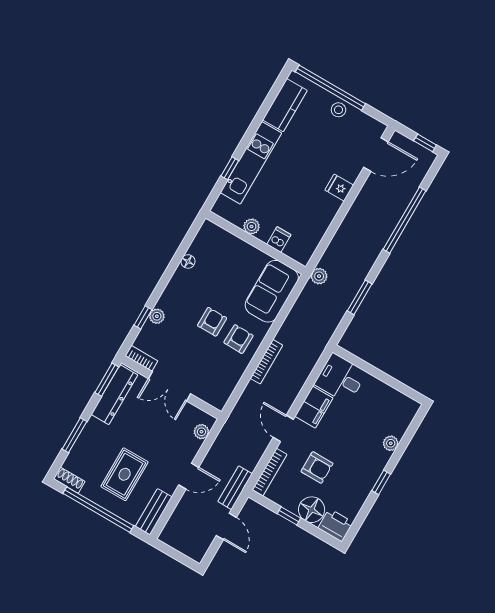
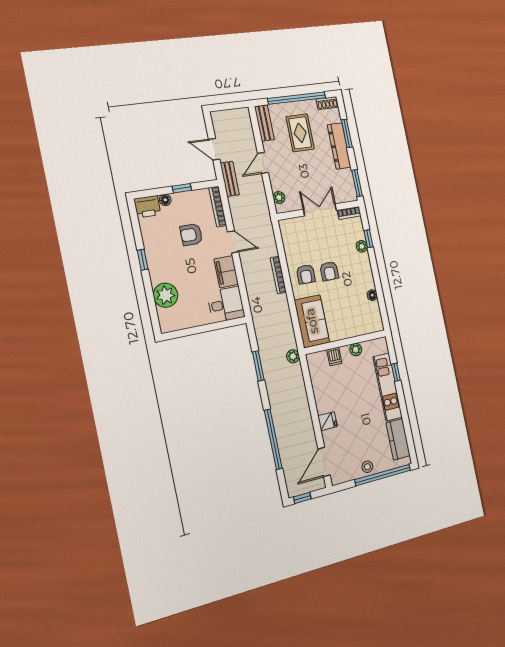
dresser: (114, 395) -> (339, 146), moved
plant: (391, 443) -> (166, 295), width x1.88, depth x1.88
floor lamp: (312, 510) -> (165, 200), width x0.53, depth x0.53

